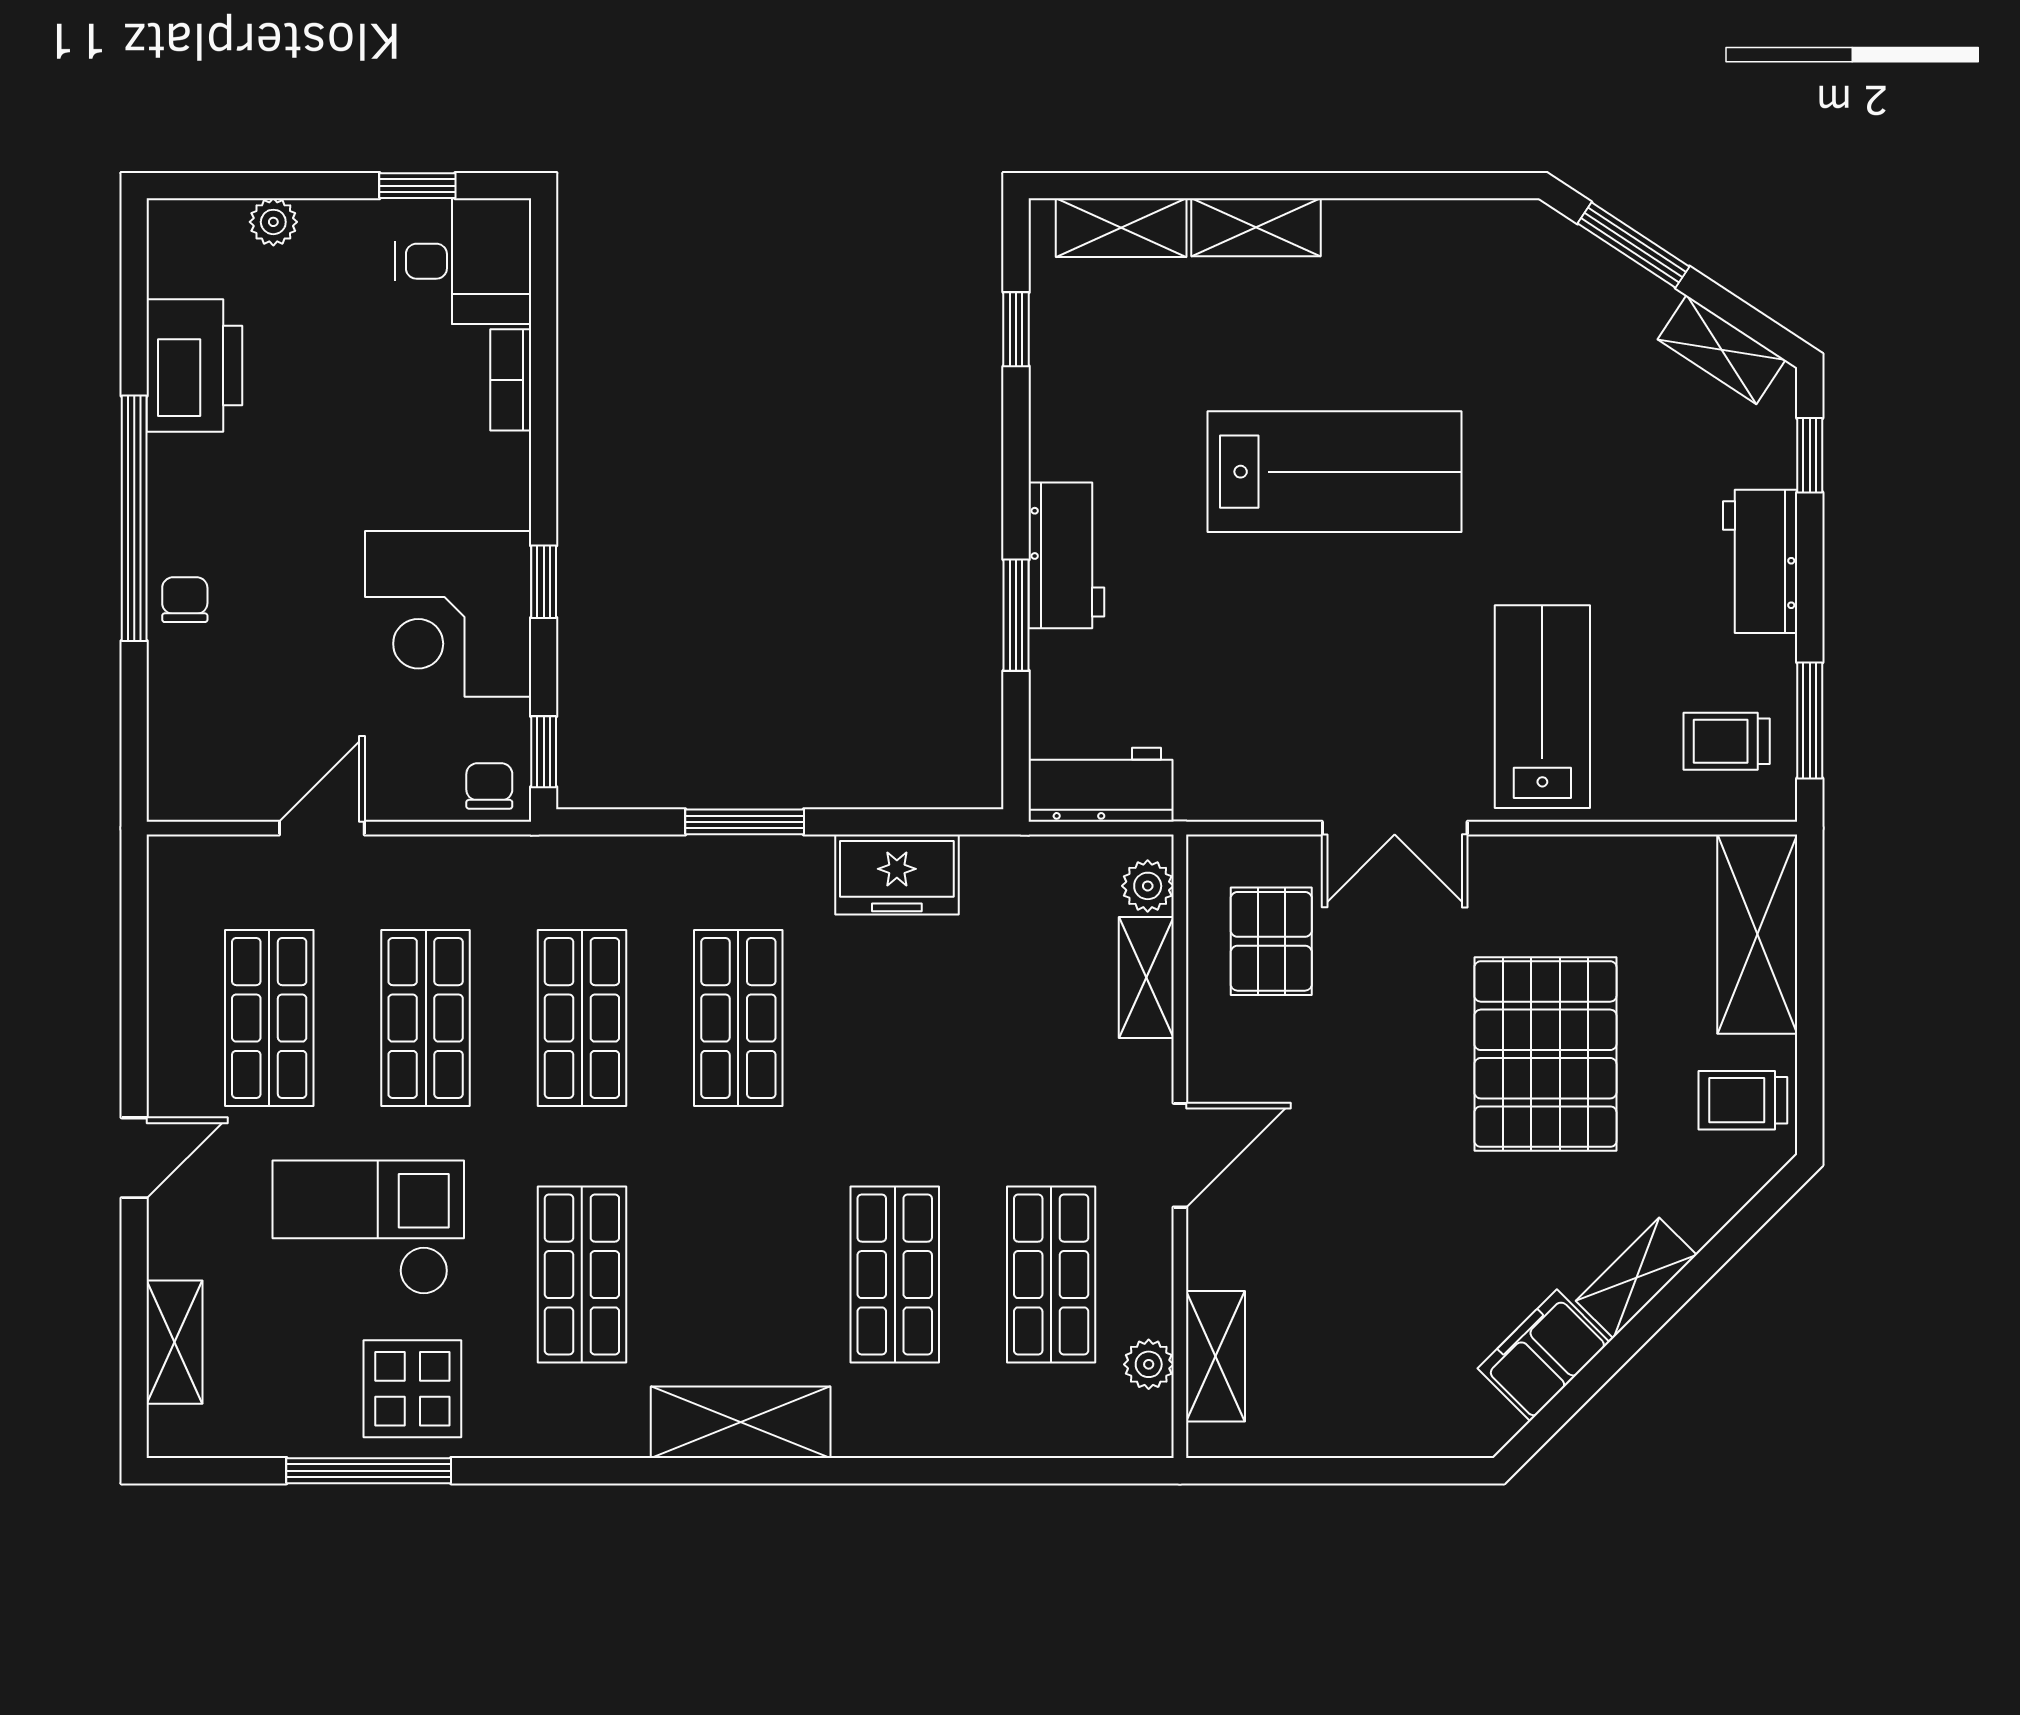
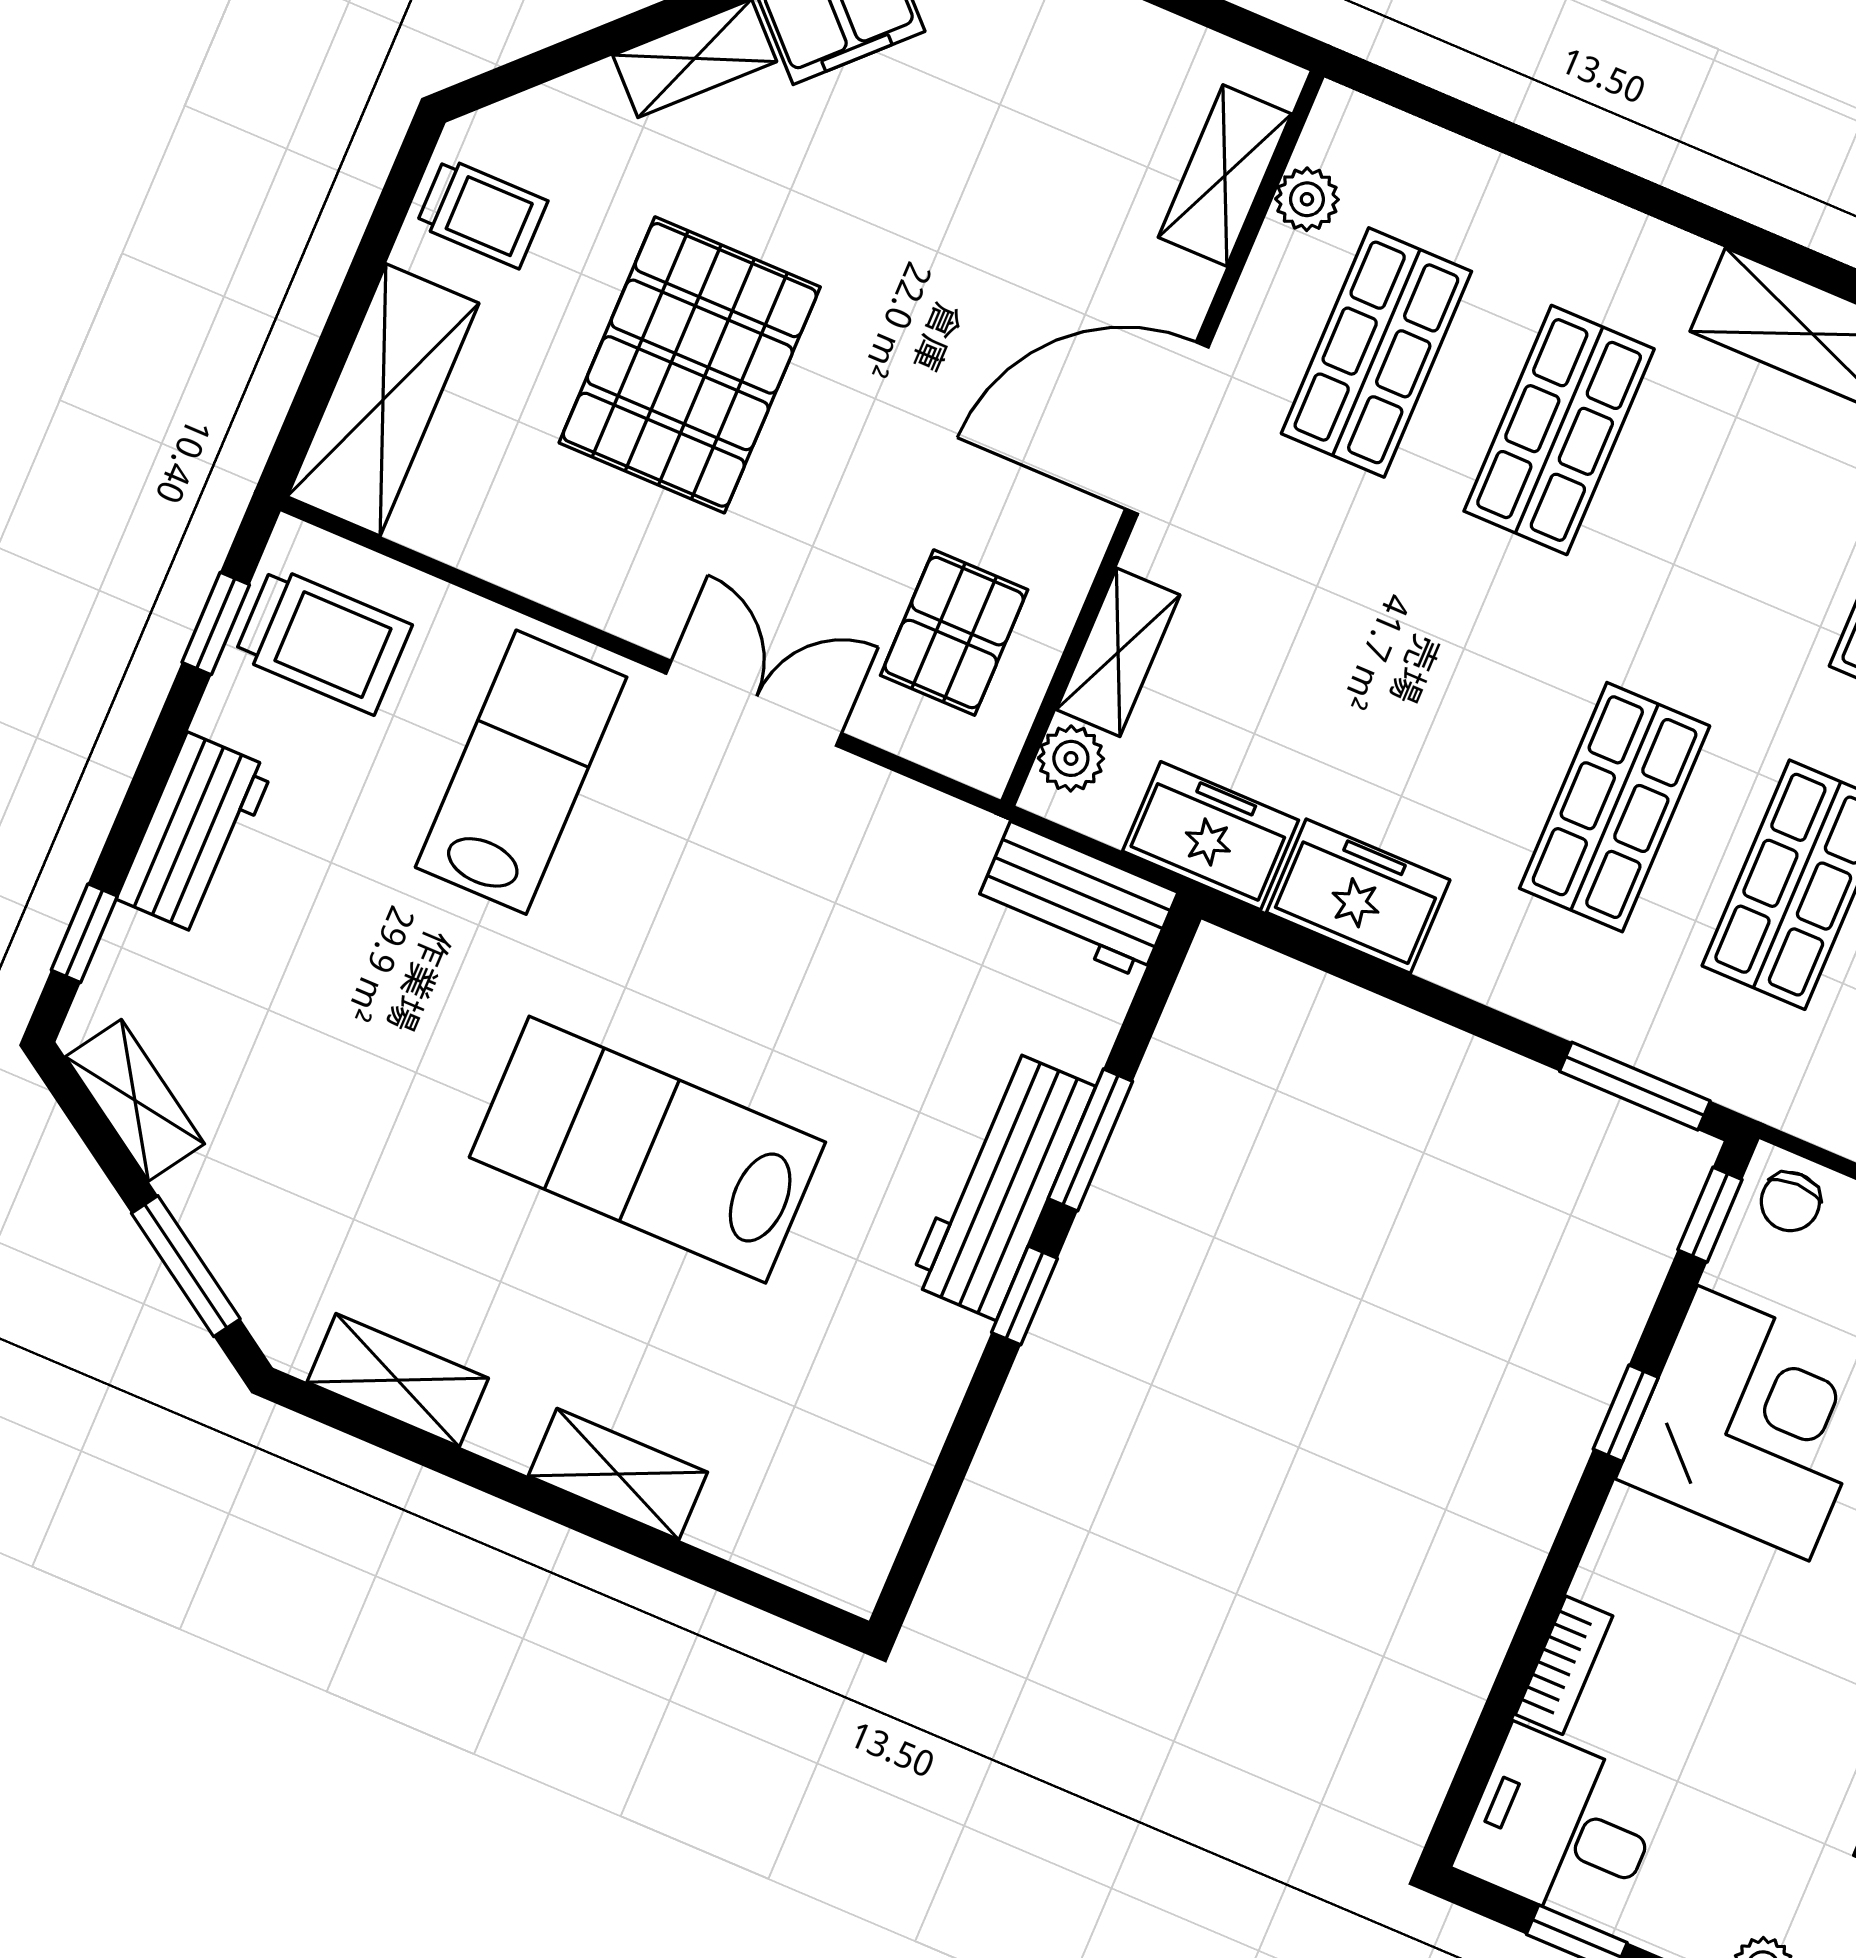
shelving: (1121, 228) -> (398, 1380), moved
window: (1016, 329) -> (1024, 1295), moved
workbench: (1066, 555) -> (1002, 1185), width x1.38
lab bench: (1542, 707) -> (521, 772), turned 180
window: (1810, 720) -> (216, 624), width x0.67
trolley: (1727, 741) -> (323, 640), width x1.36, depth x1.39
window: (745, 822) -> (1635, 1086), moved
freezer: (1023, 873) -> (1211, 836), added
door: (1180, 1155) -> (1167, 428), width x1.36

